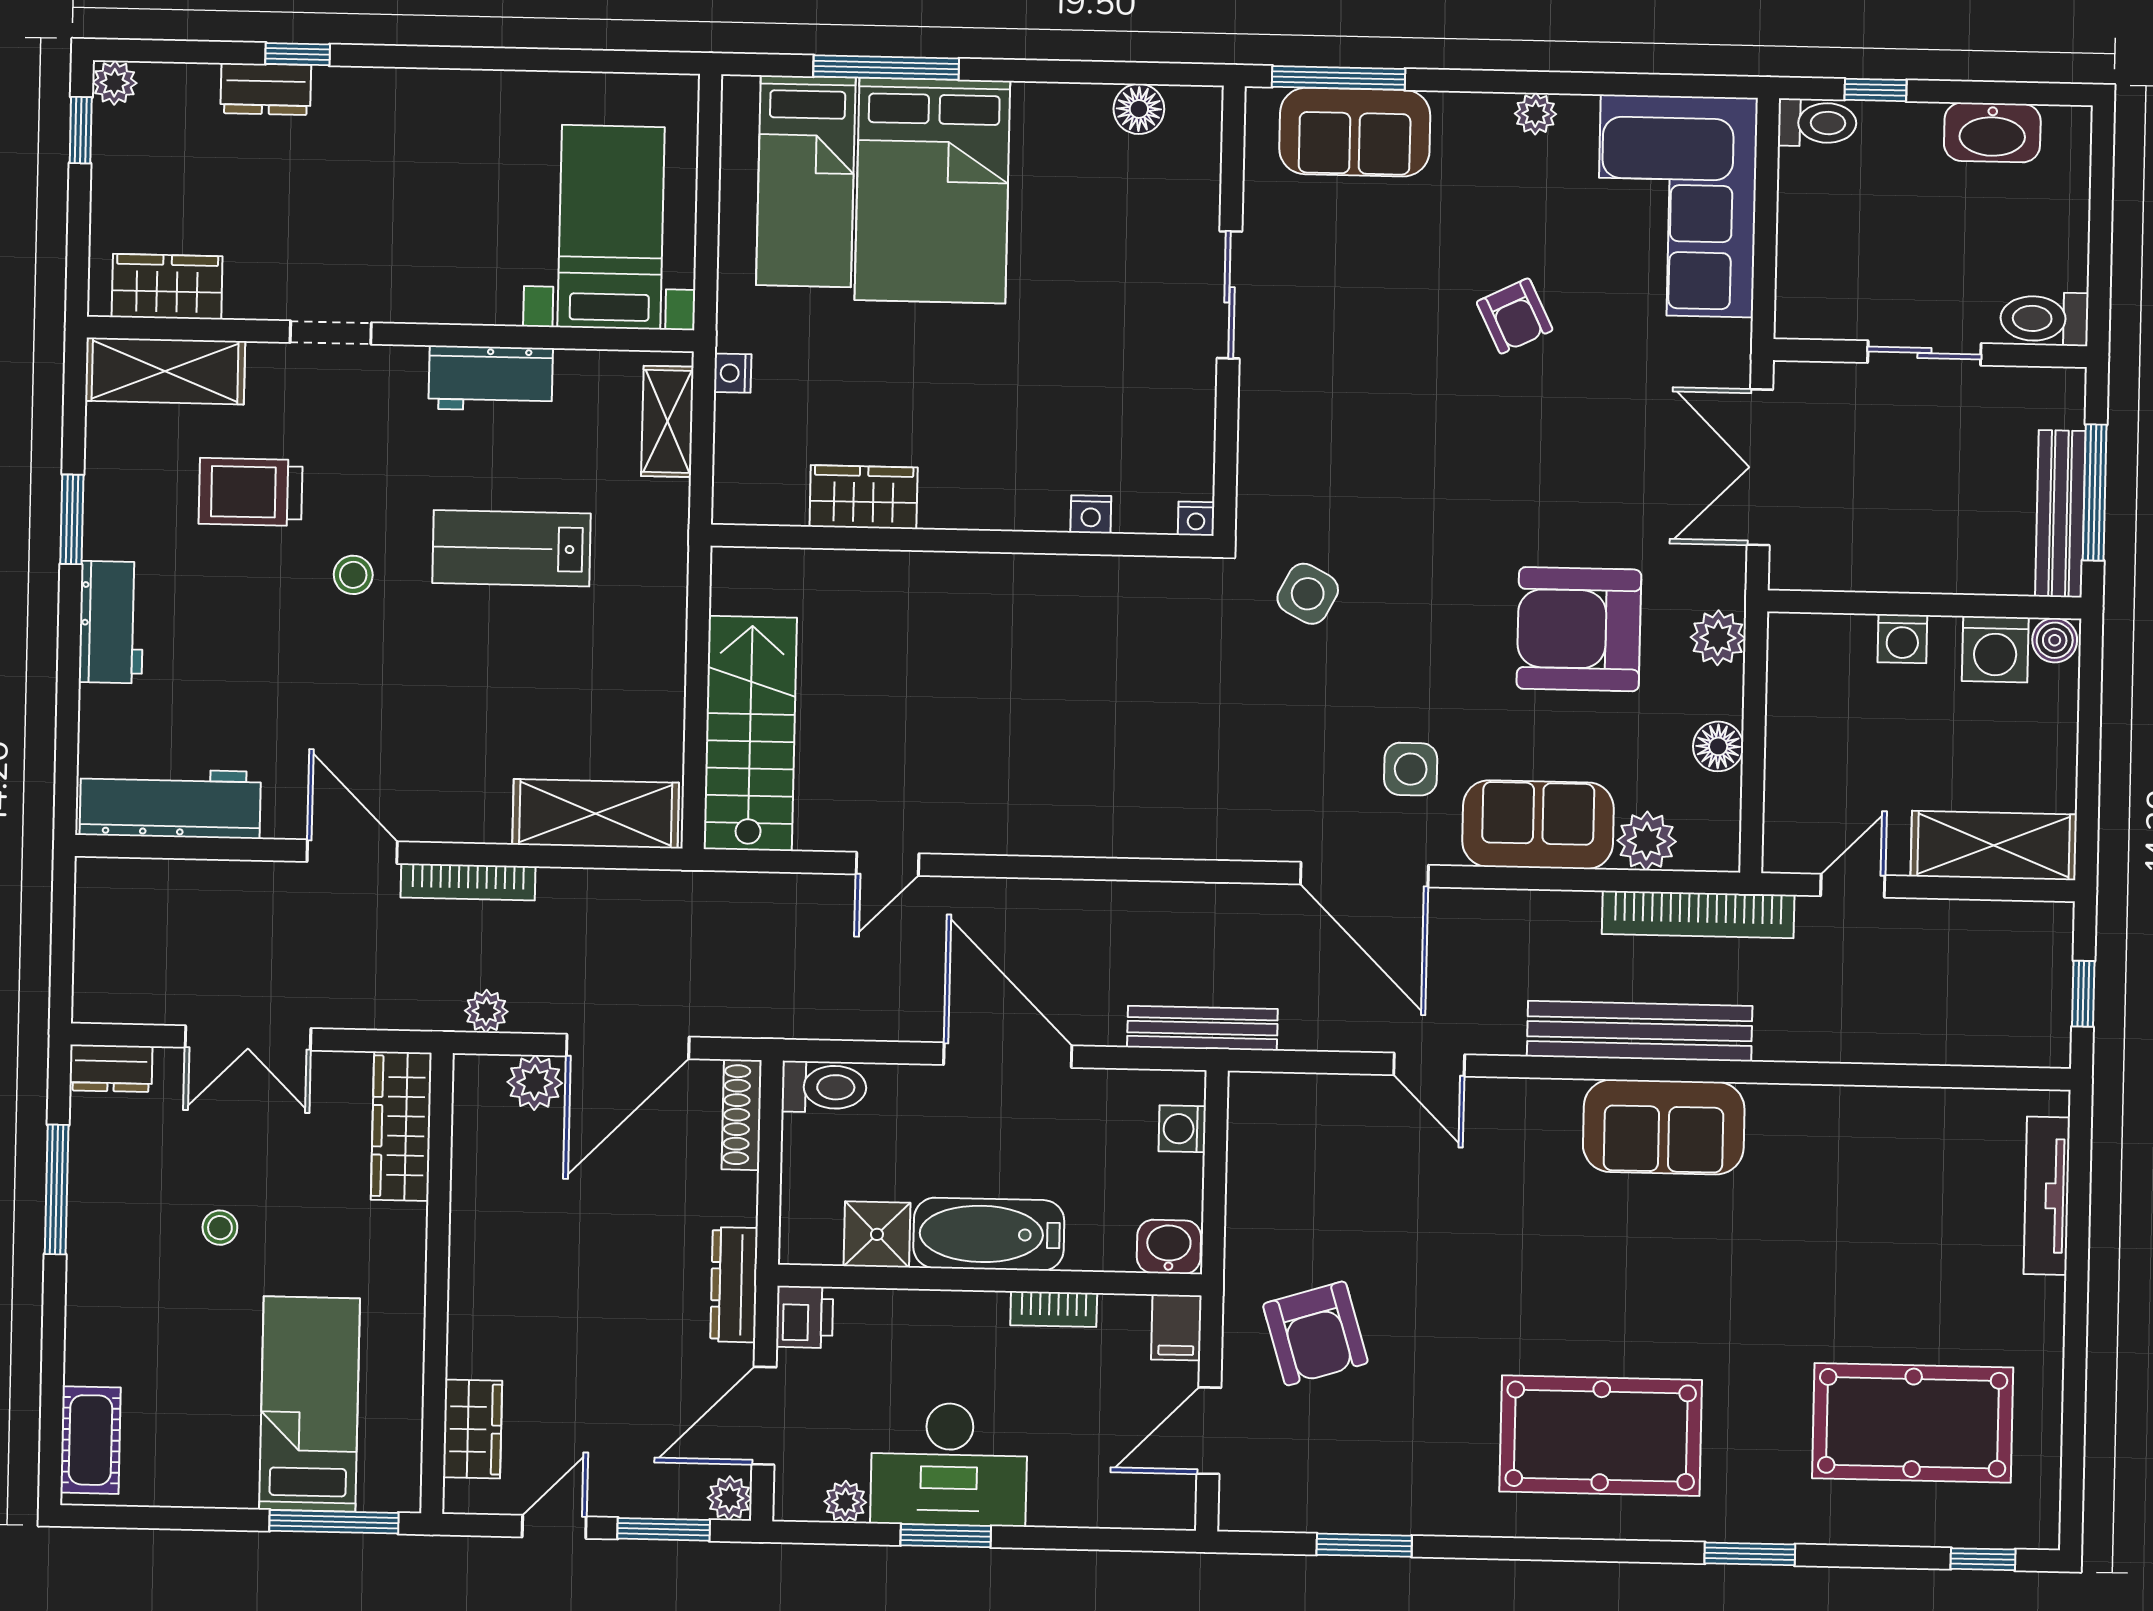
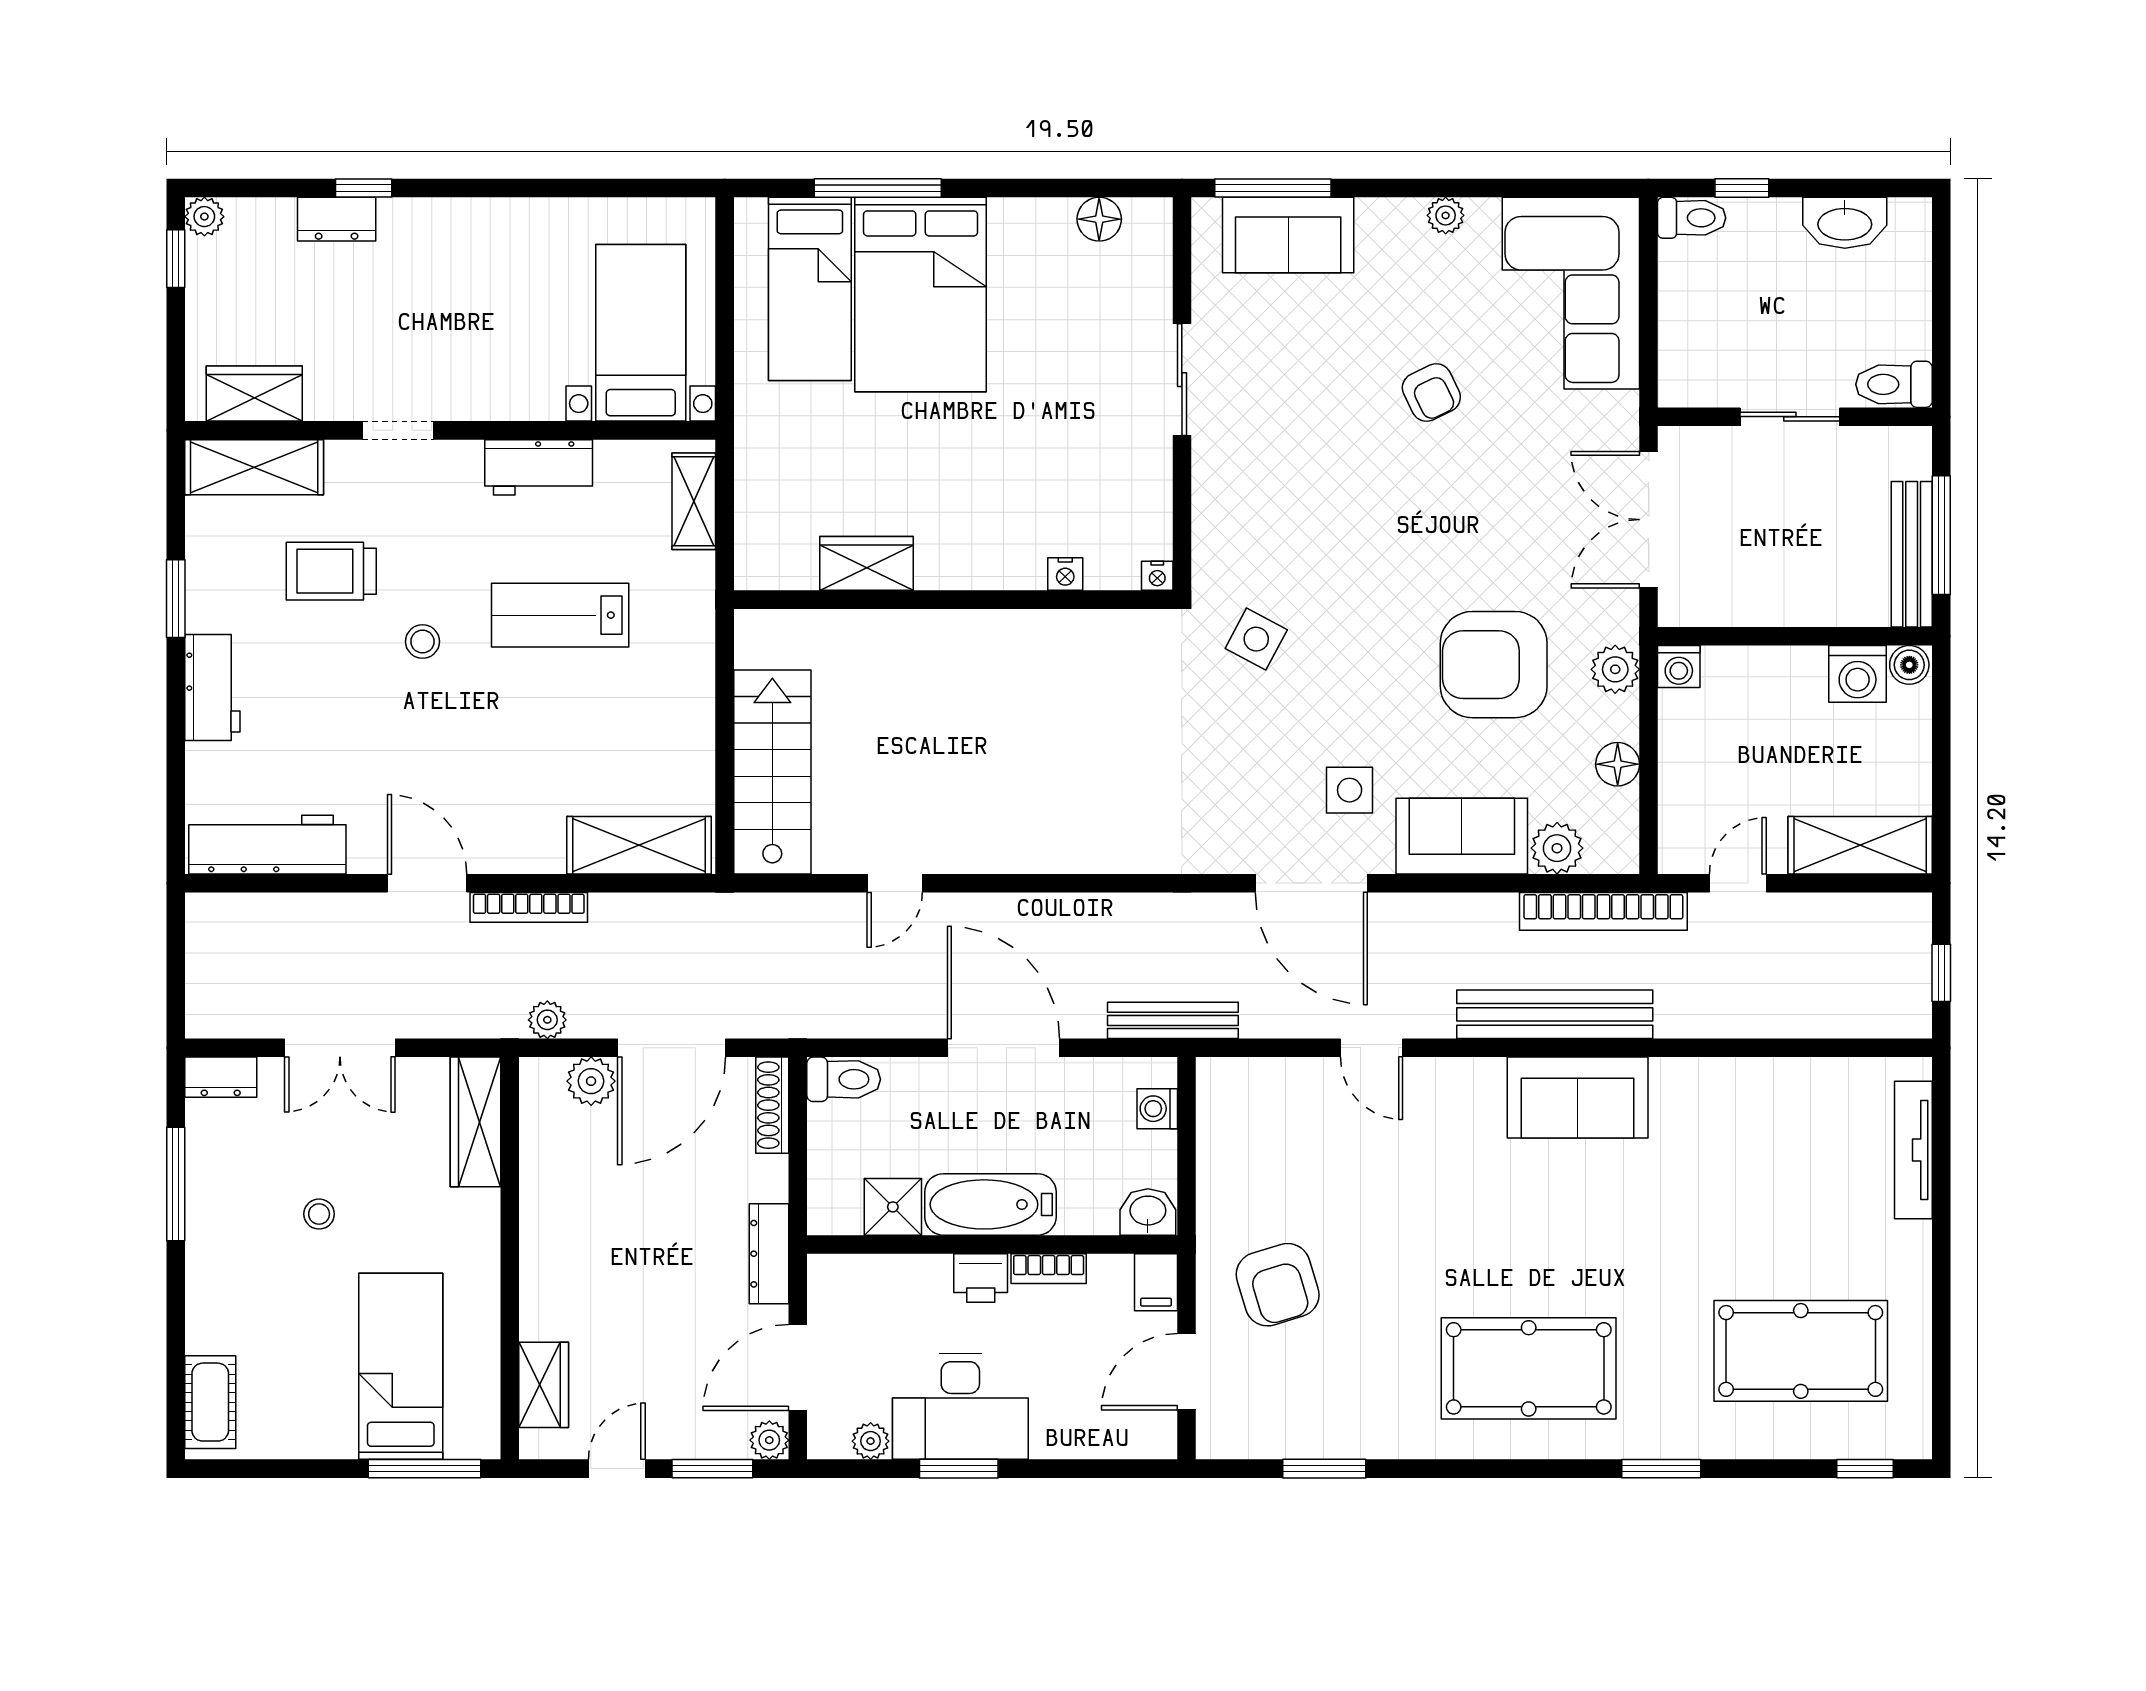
nightstand: (733, 373) -> (750, 458), removed
washing machine: (1902, 639) -> (1679, 667), moved
printer: (805, 1317) -> (981, 1278), moved, turned 90

